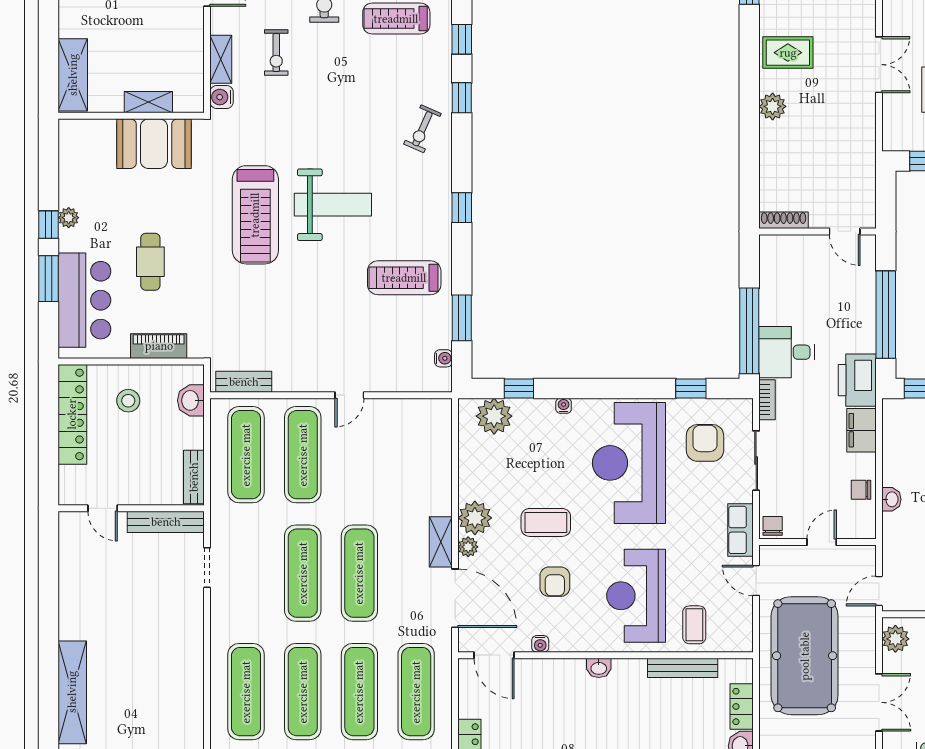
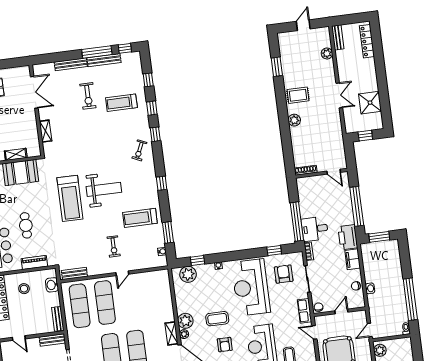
exercise bike: (276, 52) -> (114, 246), moved
water cooler: (222, 97) -> (48, 148), removed
bench: (166, 522) -> (52, 340), width x0.73

